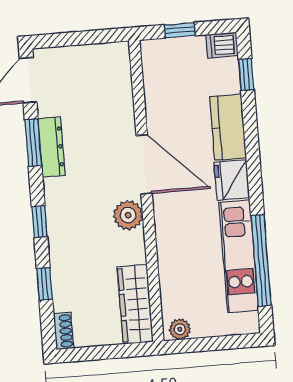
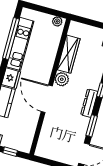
dresser: (51, 147) -> (89, 103), moved
wardrobe: (135, 304) -> (69, 54), moved

